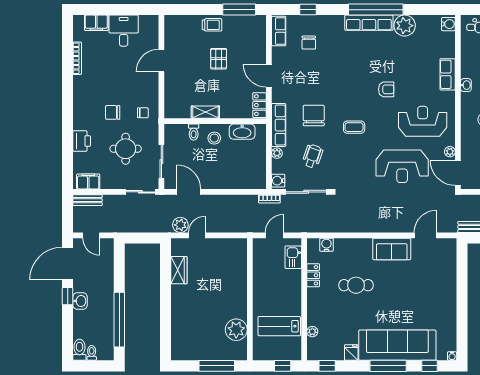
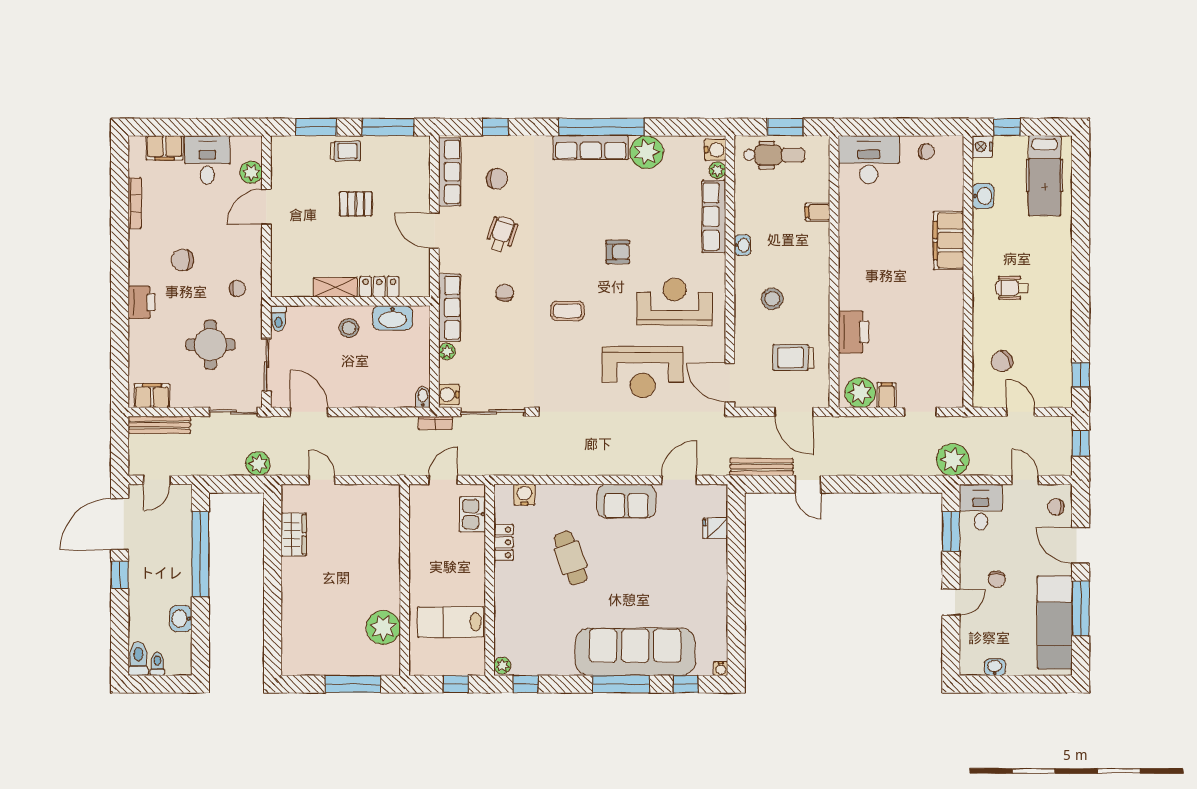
window: (193, 10) -> (316, 127), added
row of seats: (279, 31) -> (450, 172), width x1.48
plant: (152, 38) -> (251, 172), added
chair: (309, 43) -> (497, 179), turned -90
pallet: (219, 59) -> (356, 204), turned 90
row of seats: (448, 74) -> (714, 217), width x1.48
locker: (259, 105) -> (379, 287), moved, turned 90
chair: (113, 112) -> (182, 260), moved
chair: (314, 115) -> (504, 293), width x0.54, depth x0.54
toilet: (194, 132) -> (279, 319), moved
printer: (82, 141) -> (142, 302), moved
plant: (450, 152) -> (717, 170), moved
wheelchair: (312, 156) -> (502, 234), moved
bidet: (262, 182) -> (423, 397), added
bench: (88, 200) -> (159, 425), width x1.36
plant: (180, 225) -> (258, 464), moved
door: (91, 235) -> (157, 480), hinge flipped
door: (197, 235) -> (322, 480), hinge flipped
cafe table: (356, 285) -> (571, 558), turned 70
washbasin: (80, 301) -> (181, 619), moved, turned 180
window: (119, 320) -> (200, 554), moved
plant: (312, 332) -> (502, 666), moved
fridge: (351, 352) -> (715, 528), moved, turned -90

